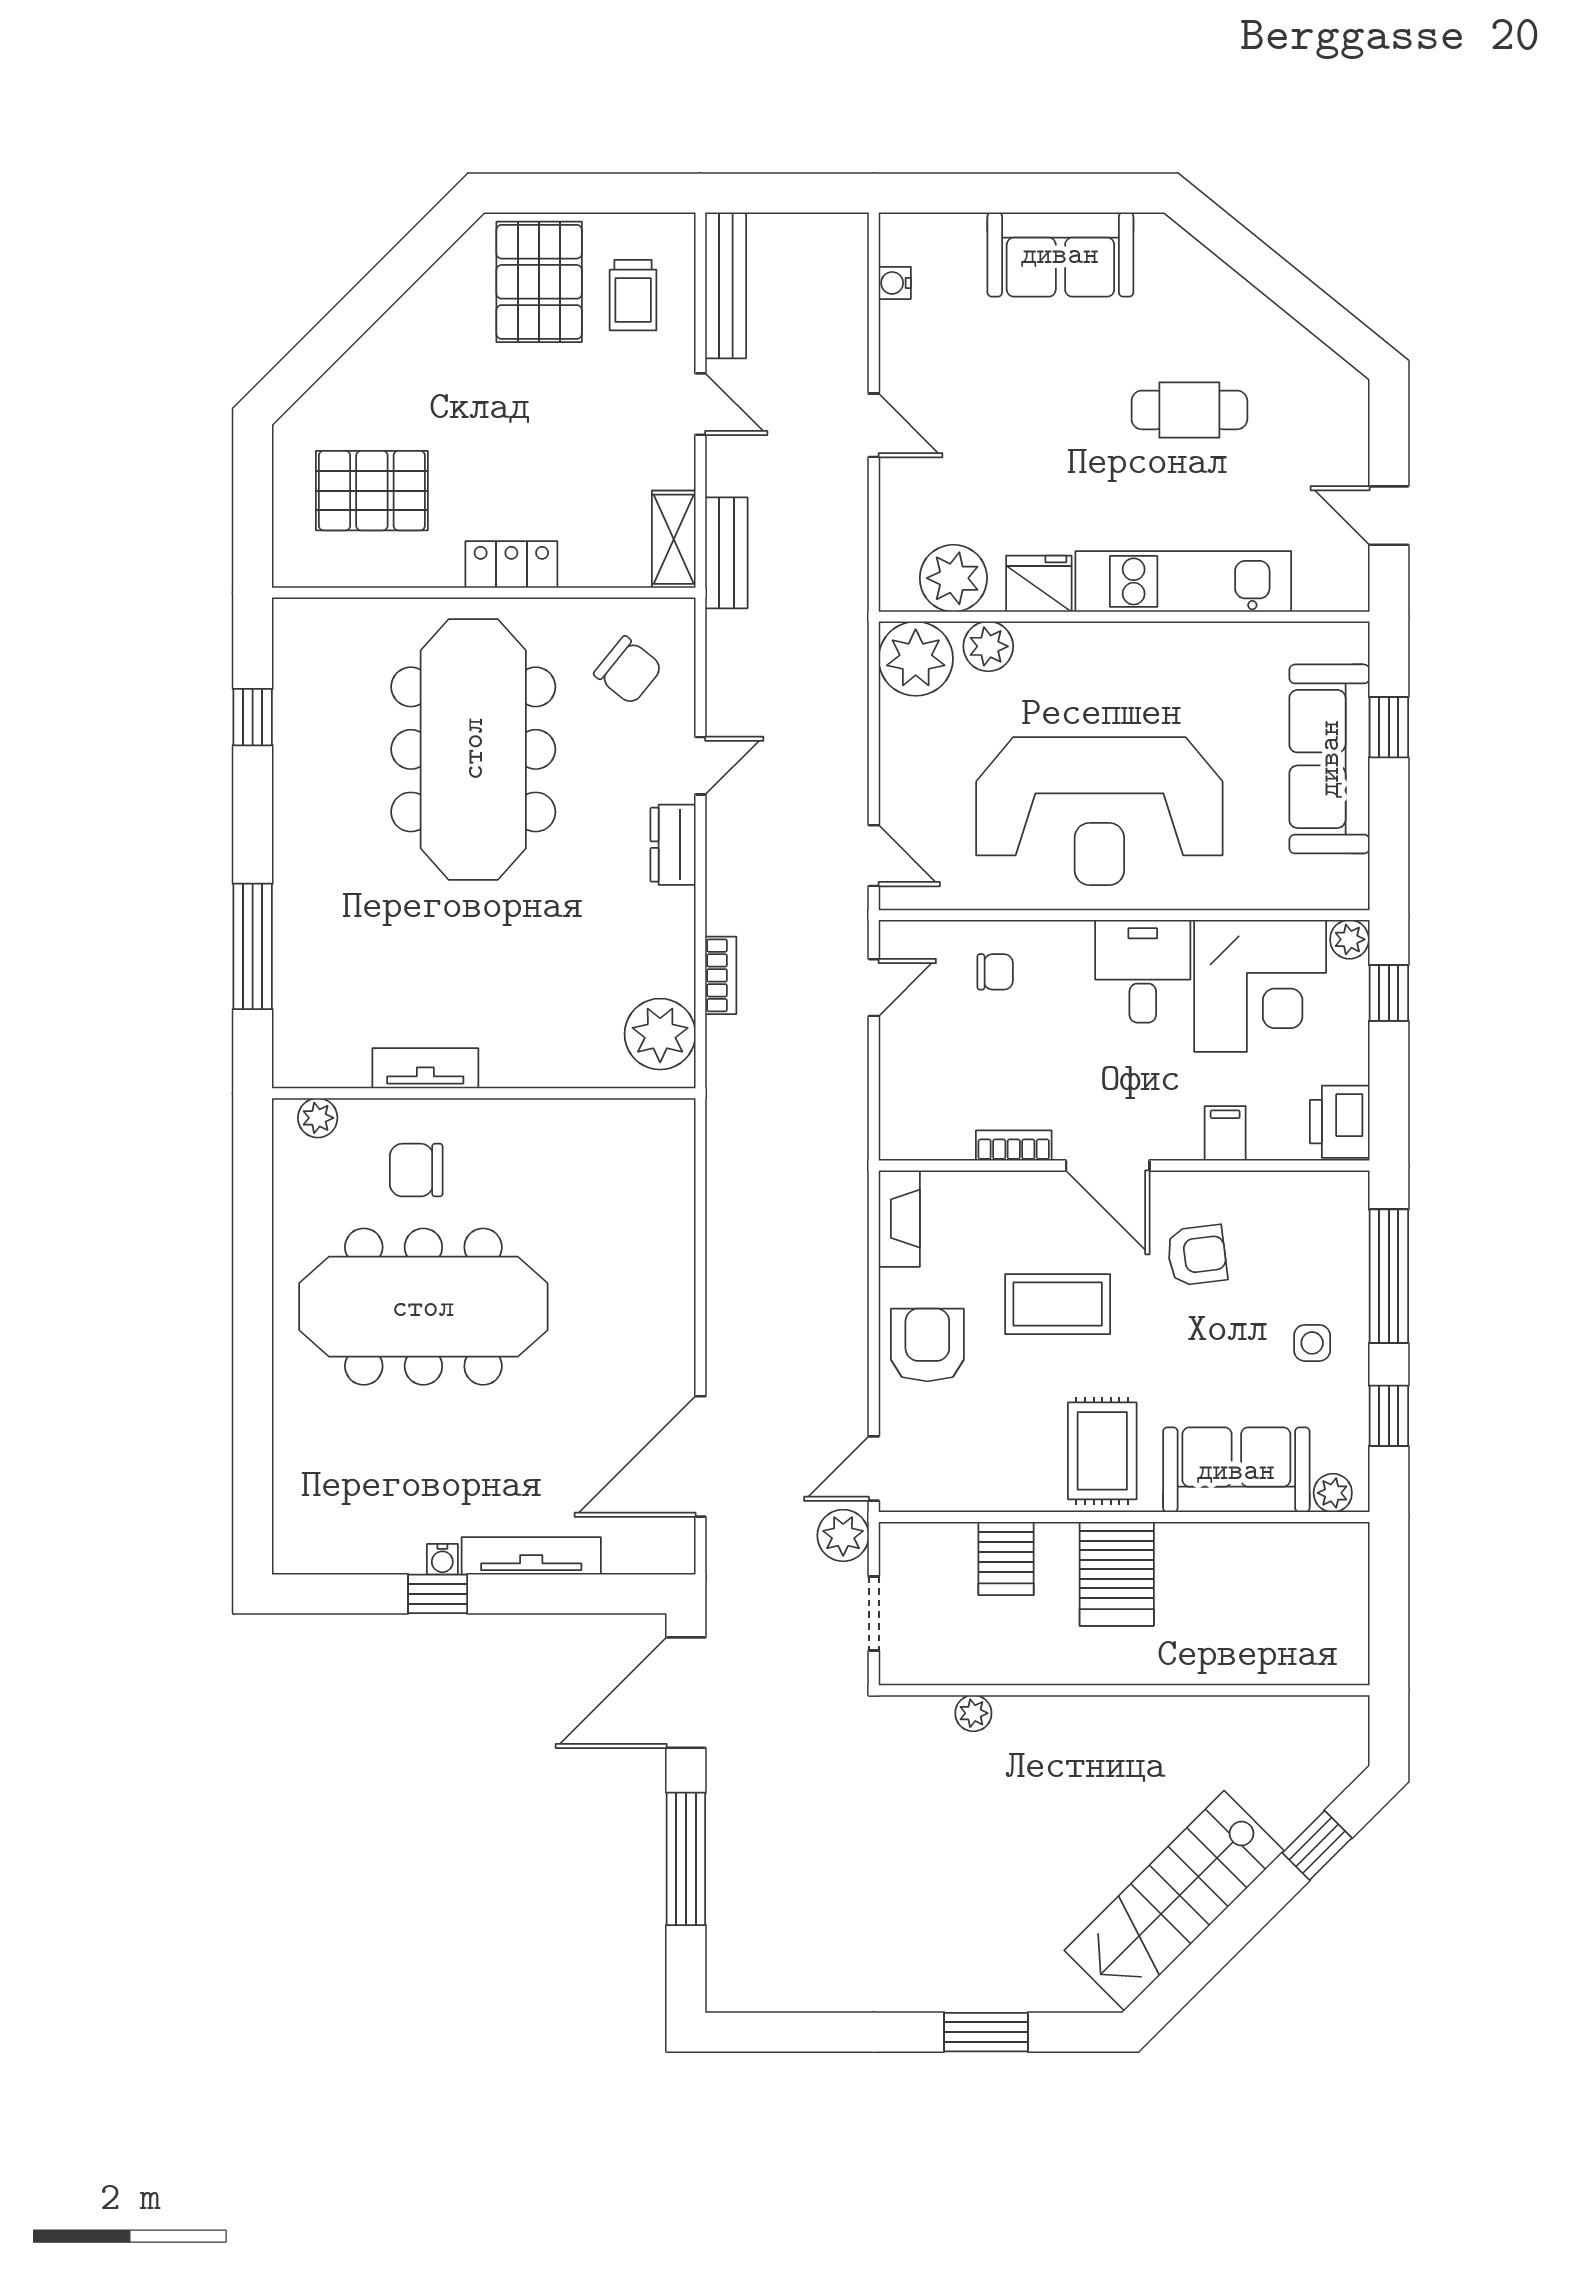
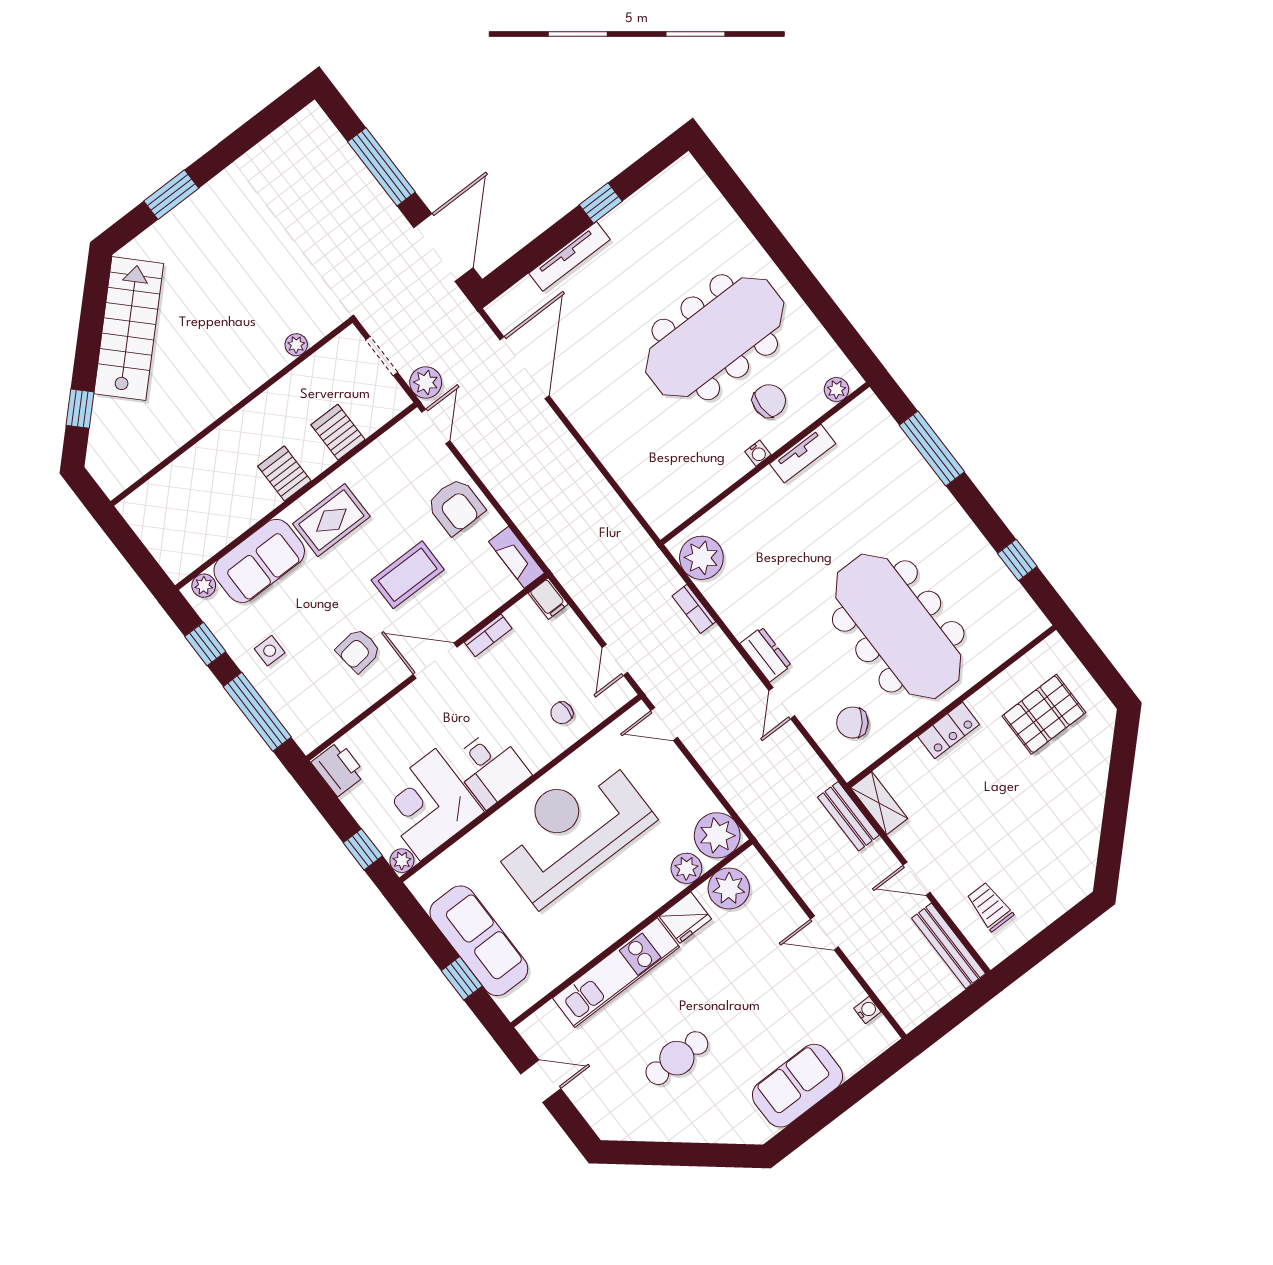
pallet: (539, 282) -> (1040, 878), removed
filing cabinet: (1225, 1133) -> (548, 599), moved
rug: (1102, 1451) -> (331, 520), turned 90
water cooler: (442, 1559) -> (758, 453), moved, turned 180
server rack: (1117, 1574) -> (284, 474), width x0.73, depth x0.70

